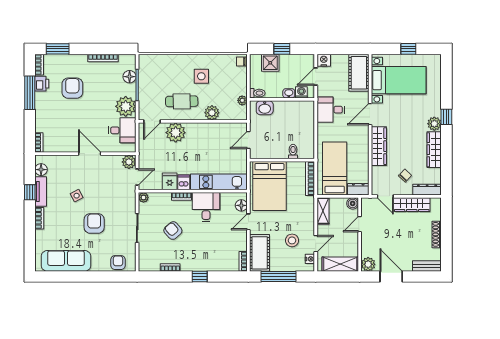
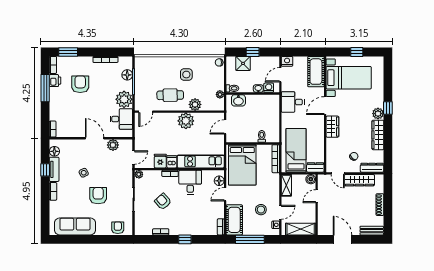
plant: (176, 133) -> (186, 121), moved
wardrobe: (379, 146) -> (332, 127), width x0.67
plant: (129, 162) -> (113, 145), moved
plant: (368, 264) -> (324, 229), removed

